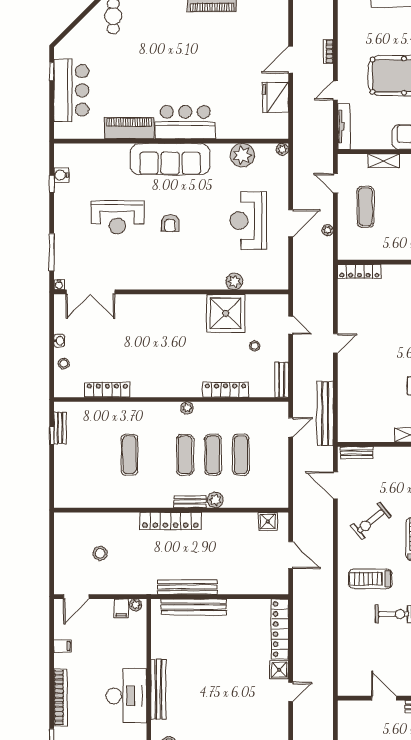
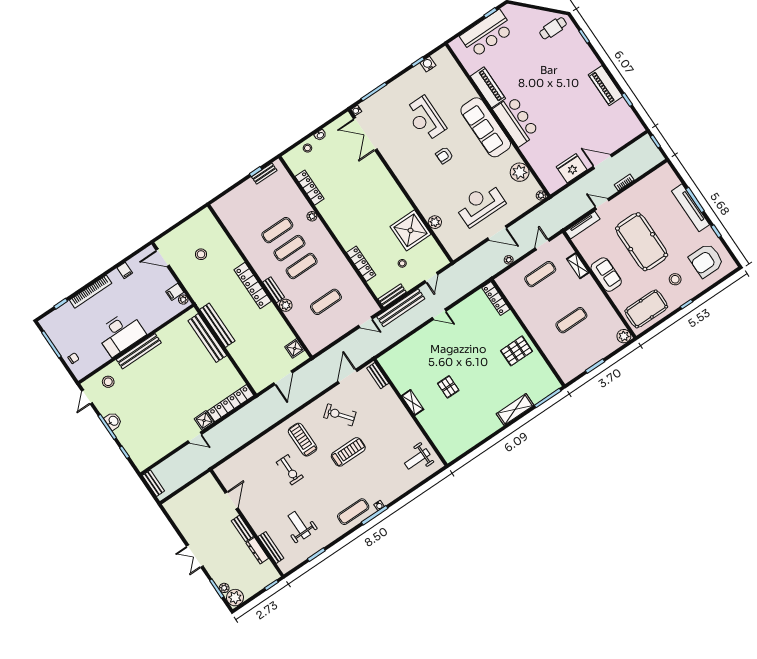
plant: (187, 408) -> (312, 216), moved
bench: (325, 414) -> (401, 308), moved
exercise mat: (213, 455) -> (289, 248), moved

